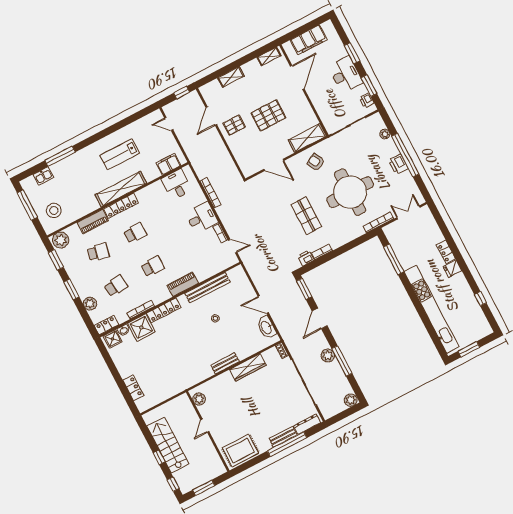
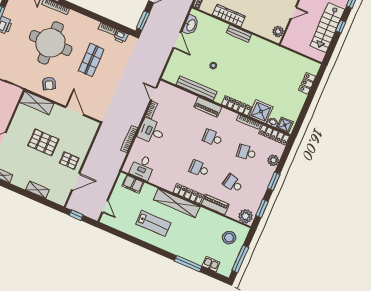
locker: (106, 325) -> (274, 135), width x1.53

